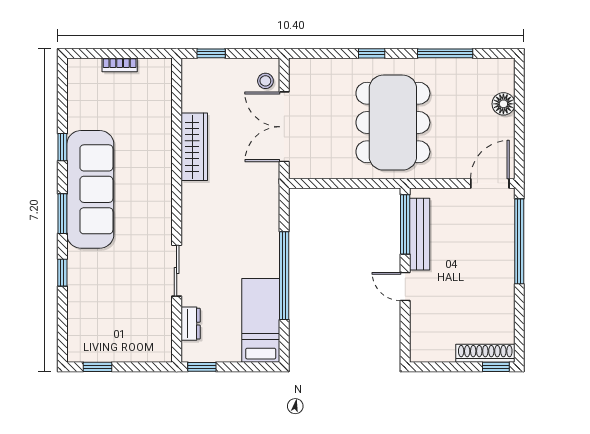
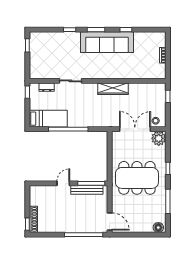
plant: (305, 74) -> (159, 138), added
floor lamp: (503, 104) -> (158, 228), moved
wardrobe: (194, 147) -> (113, 89), moved

